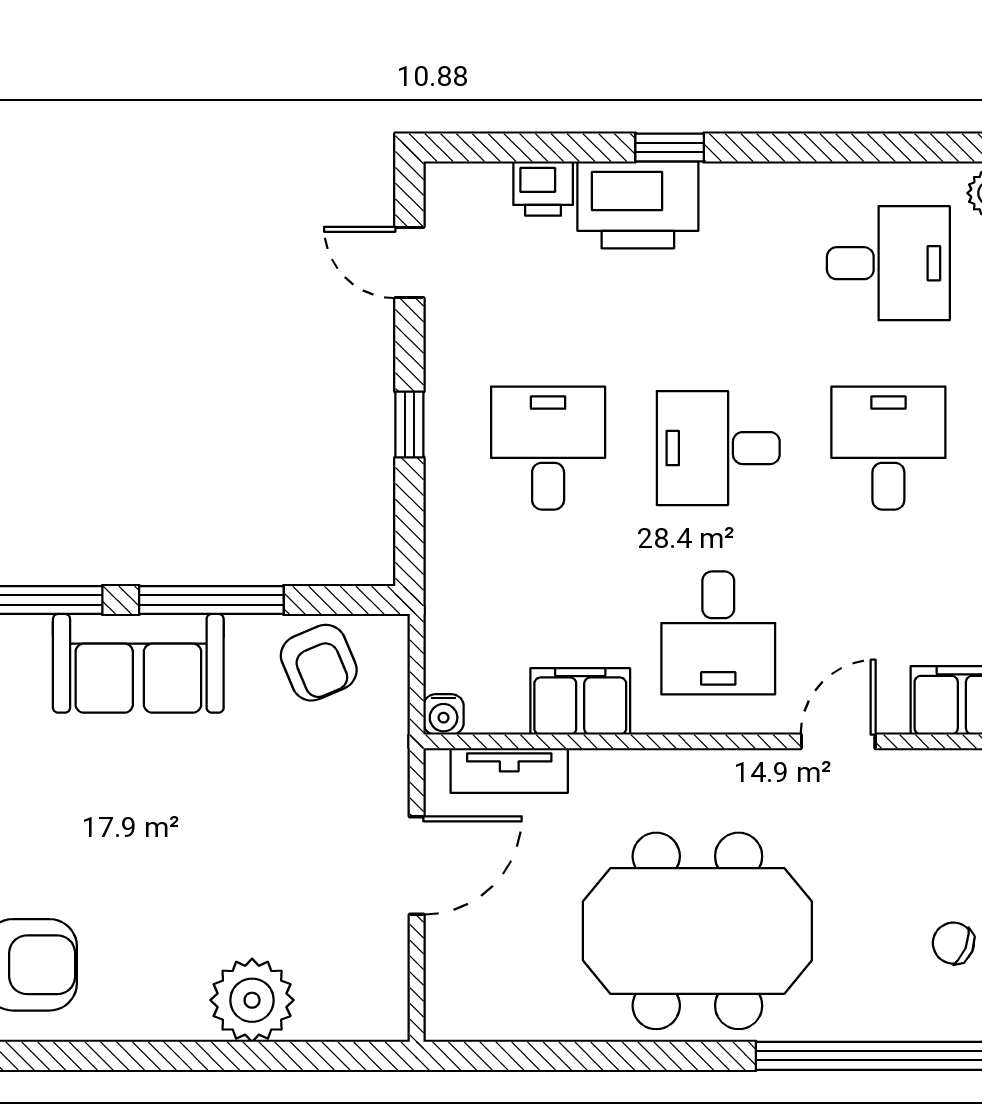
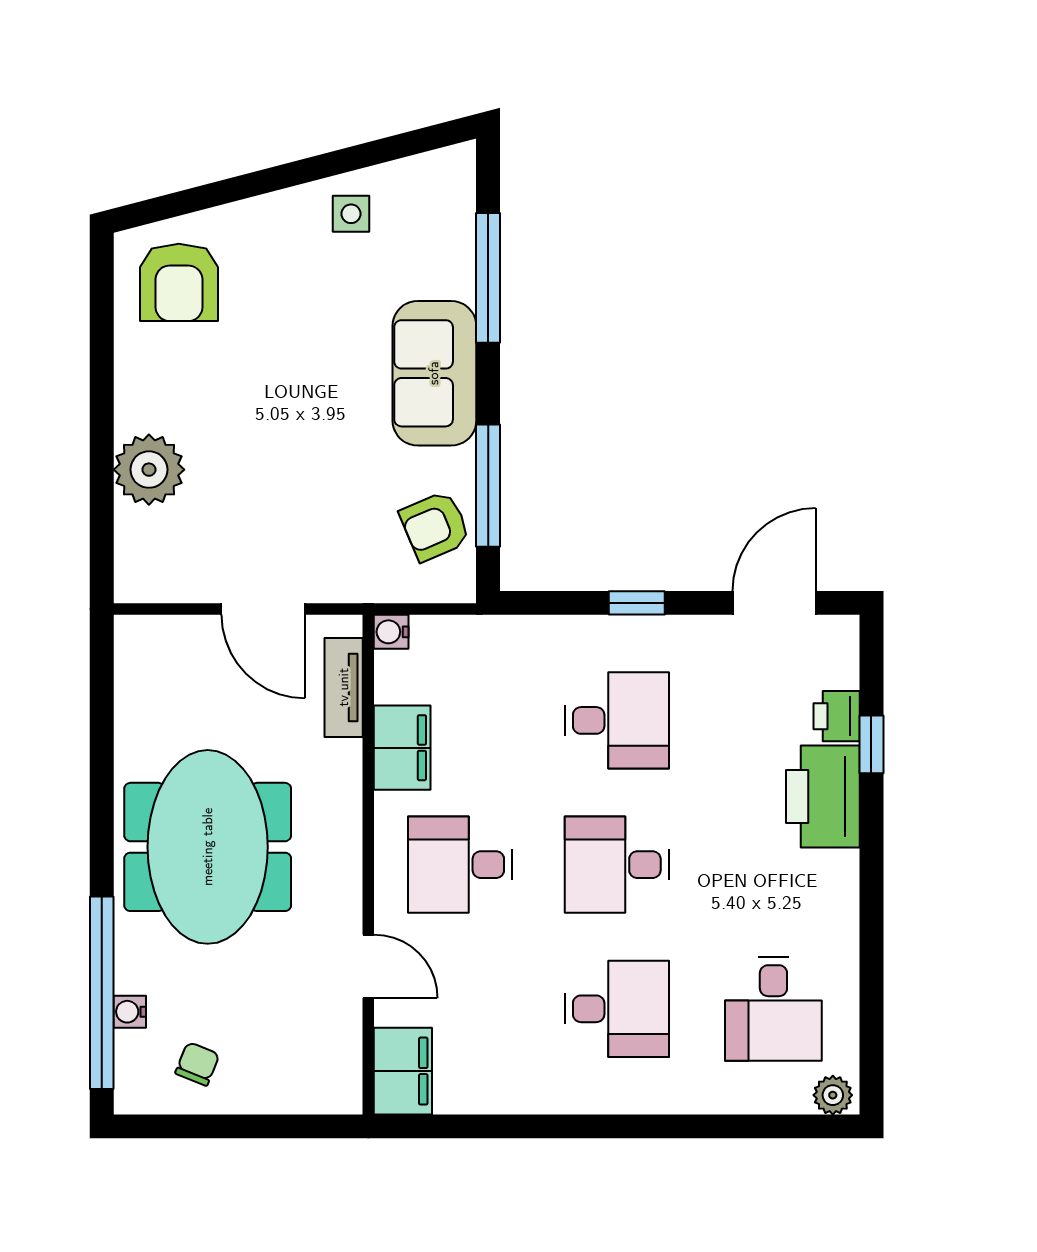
window: (670, 148) -> (871, 744), moved
door: (409, 262) -> (774, 603), width x1.38
desk: (718, 448) -> (617, 865), turned -90
window: (211, 600) -> (488, 486), moved
water cooler: (892, 1023) -> (130, 1012), added

